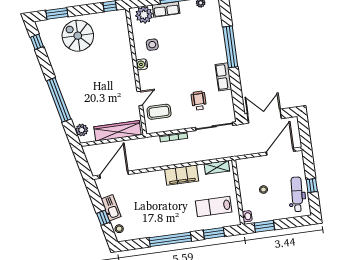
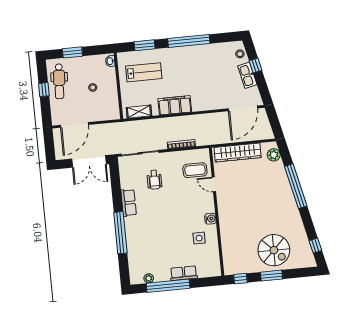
window: (57, 14) -> (271, 276), moved
plant: (144, 15) -> (206, 269), removed
door: (140, 98) -> (214, 184), hinge flipped
window: (264, 226) -> (72, 52), moved

